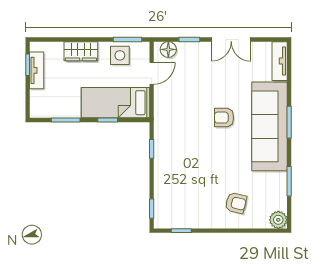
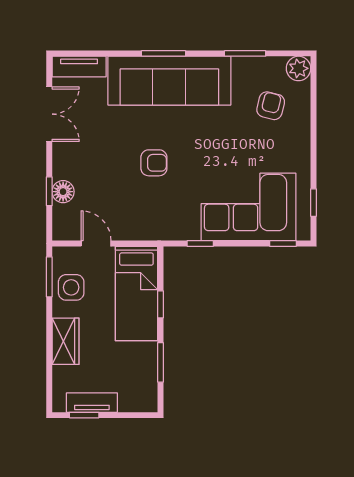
double door: (231, 40) -> (49, 114), moved
floor lamp: (168, 49) -> (63, 192), moved
armchair: (224, 118) -> (154, 163), moved, turned -90
corner sofa: (178, 184) -> (249, 207), added
armchair: (236, 203) -> (271, 106), moved

